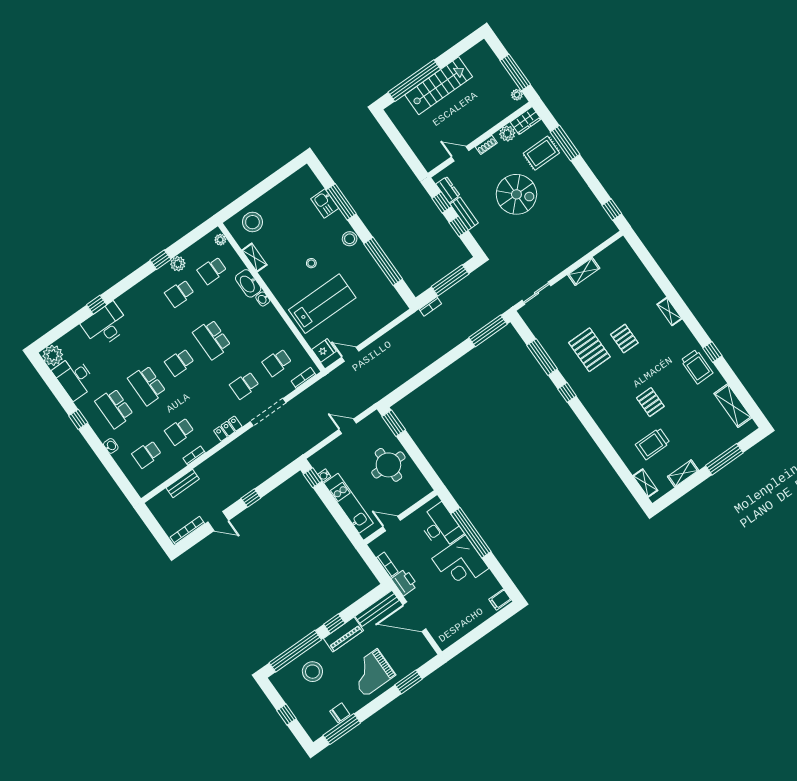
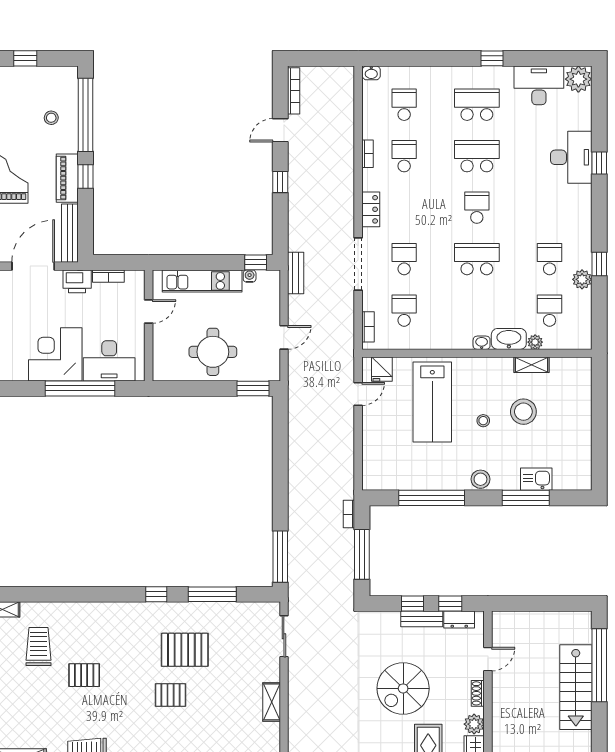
stool: (252, 222) -> (523, 412), moved
plant: (220, 240) -> (535, 342), moved
washbasin: (111, 446) -> (371, 73), moved
bench: (183, 483) -> (296, 273), moved
stool: (312, 672) -> (51, 118), width x0.53, depth x0.53

